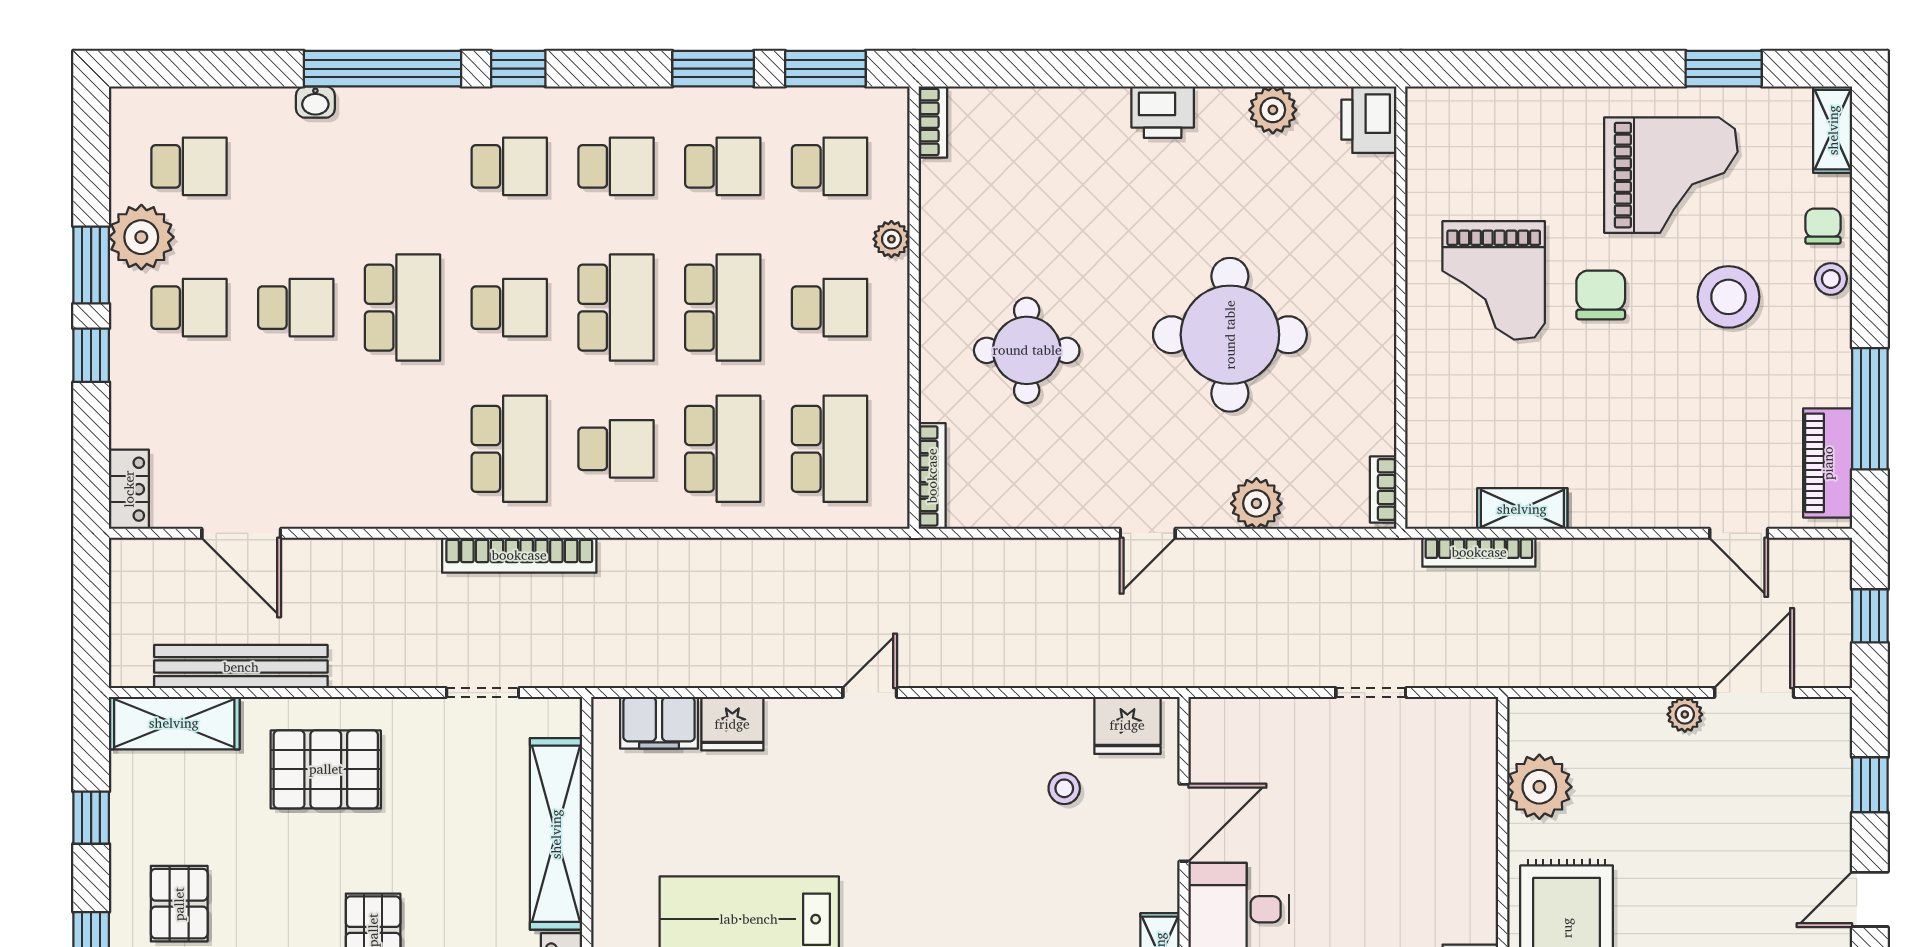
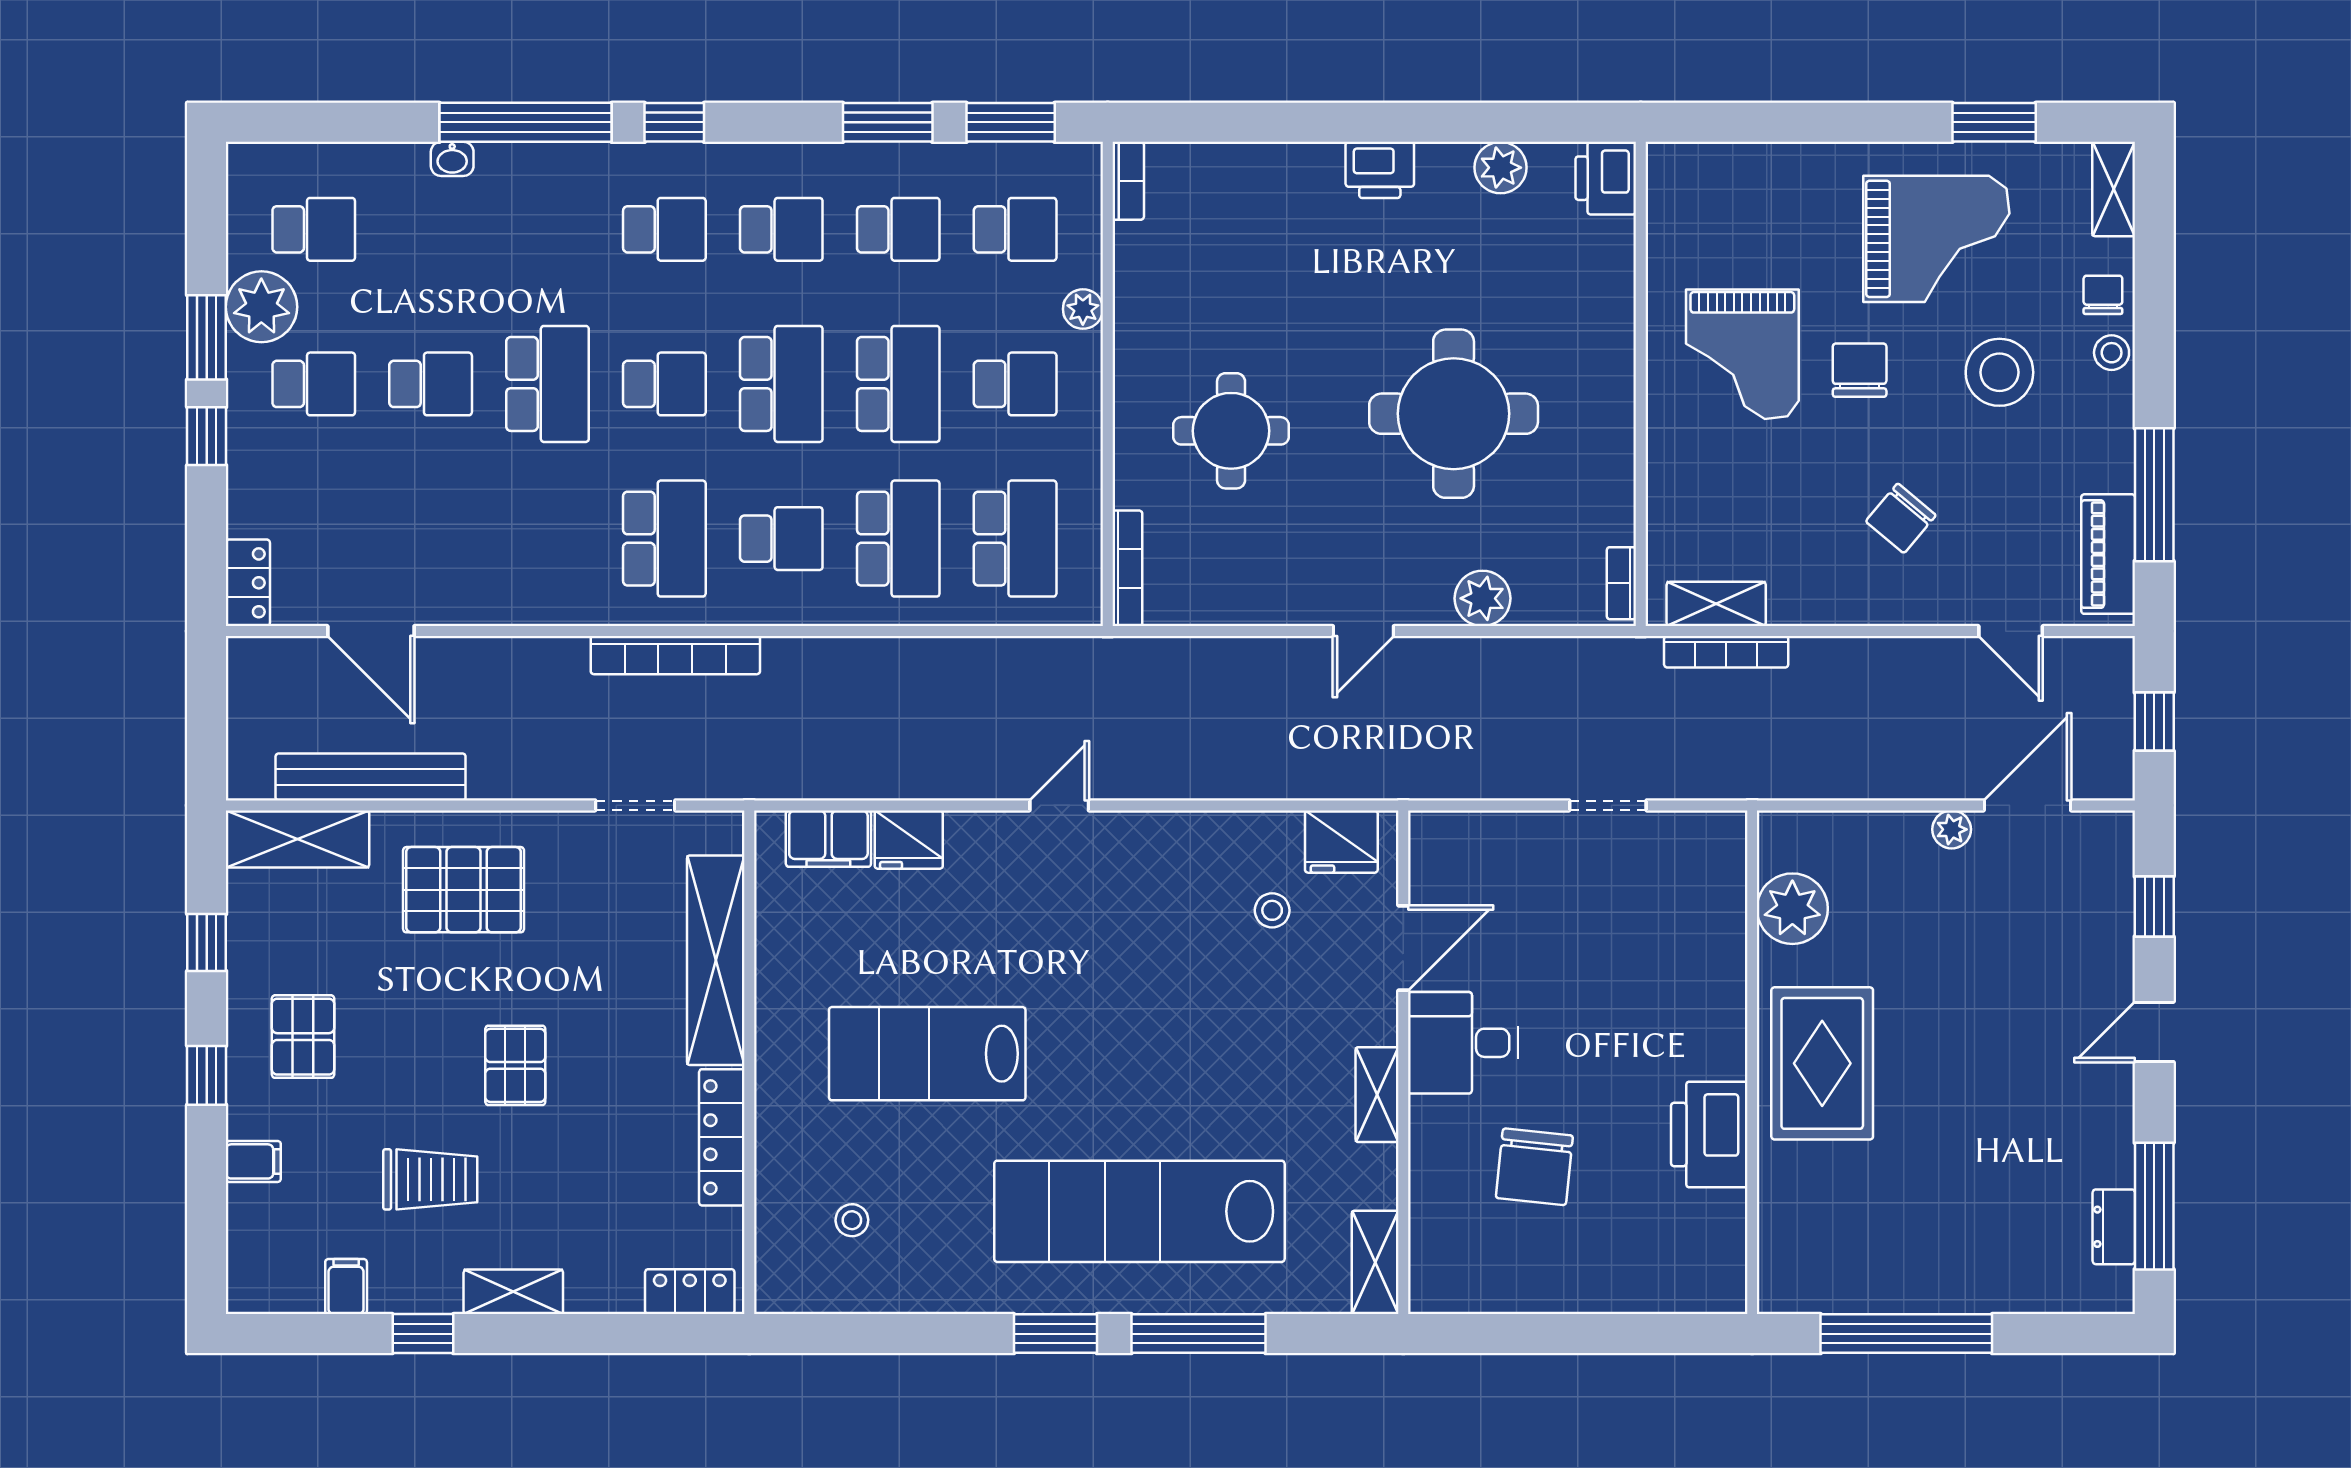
chair: (1638, 430) -> (1901, 518), added
shelving: (1522, 509) -> (1716, 604), moved

